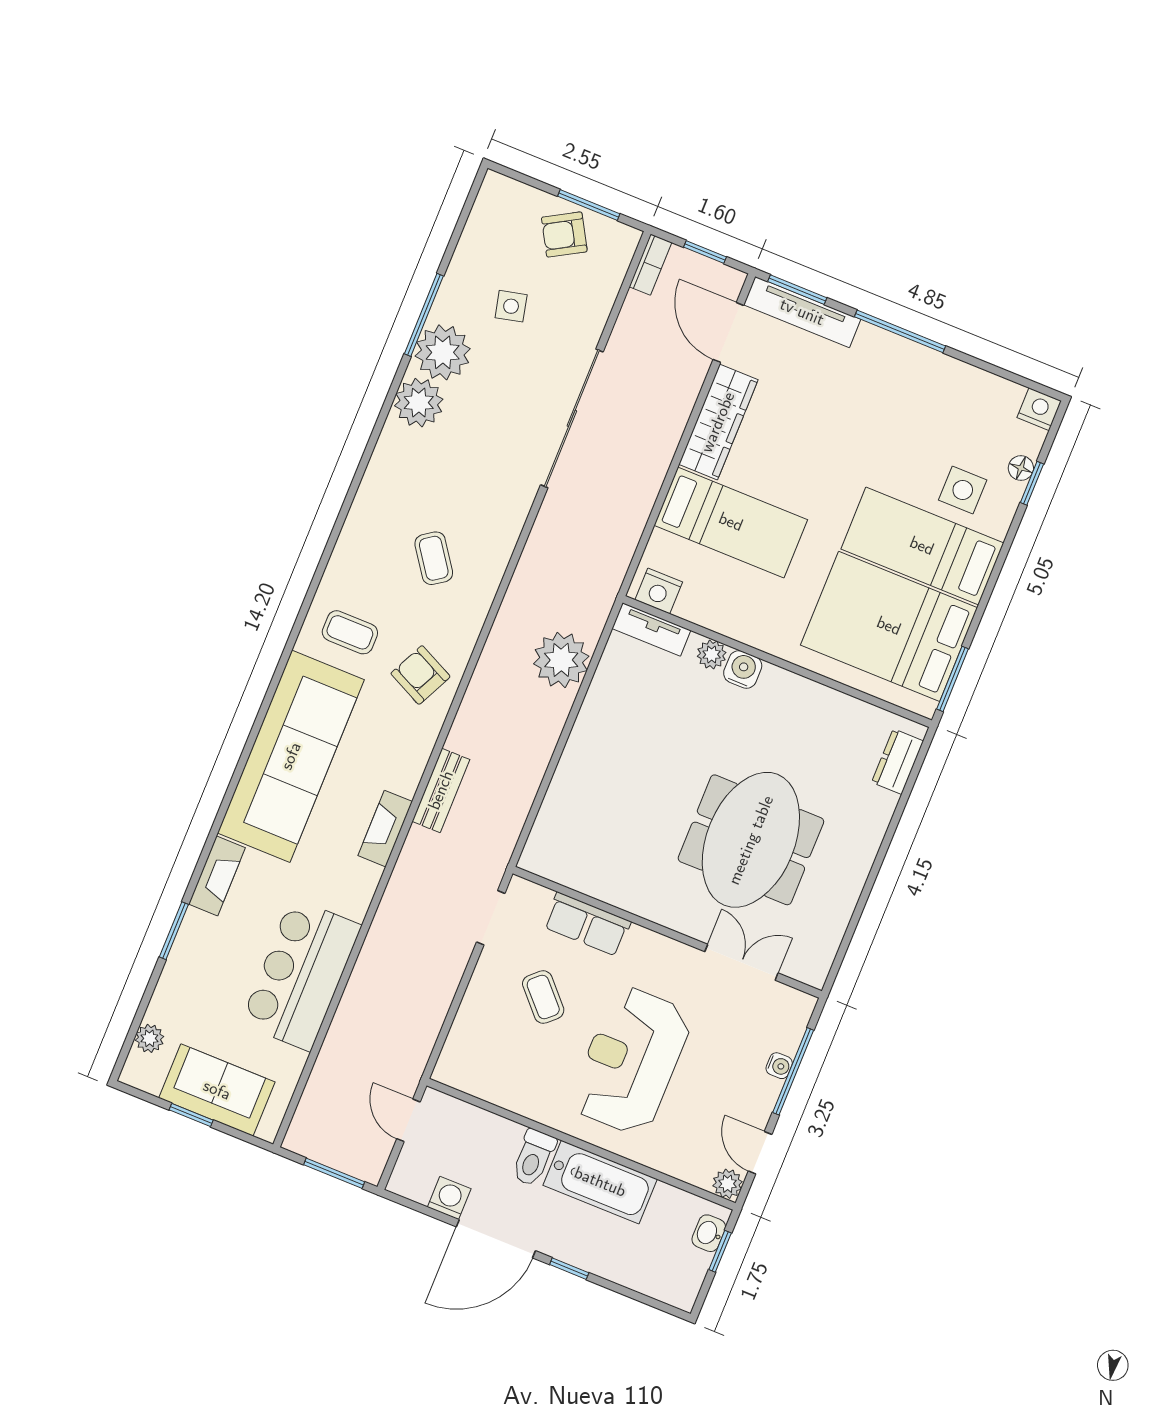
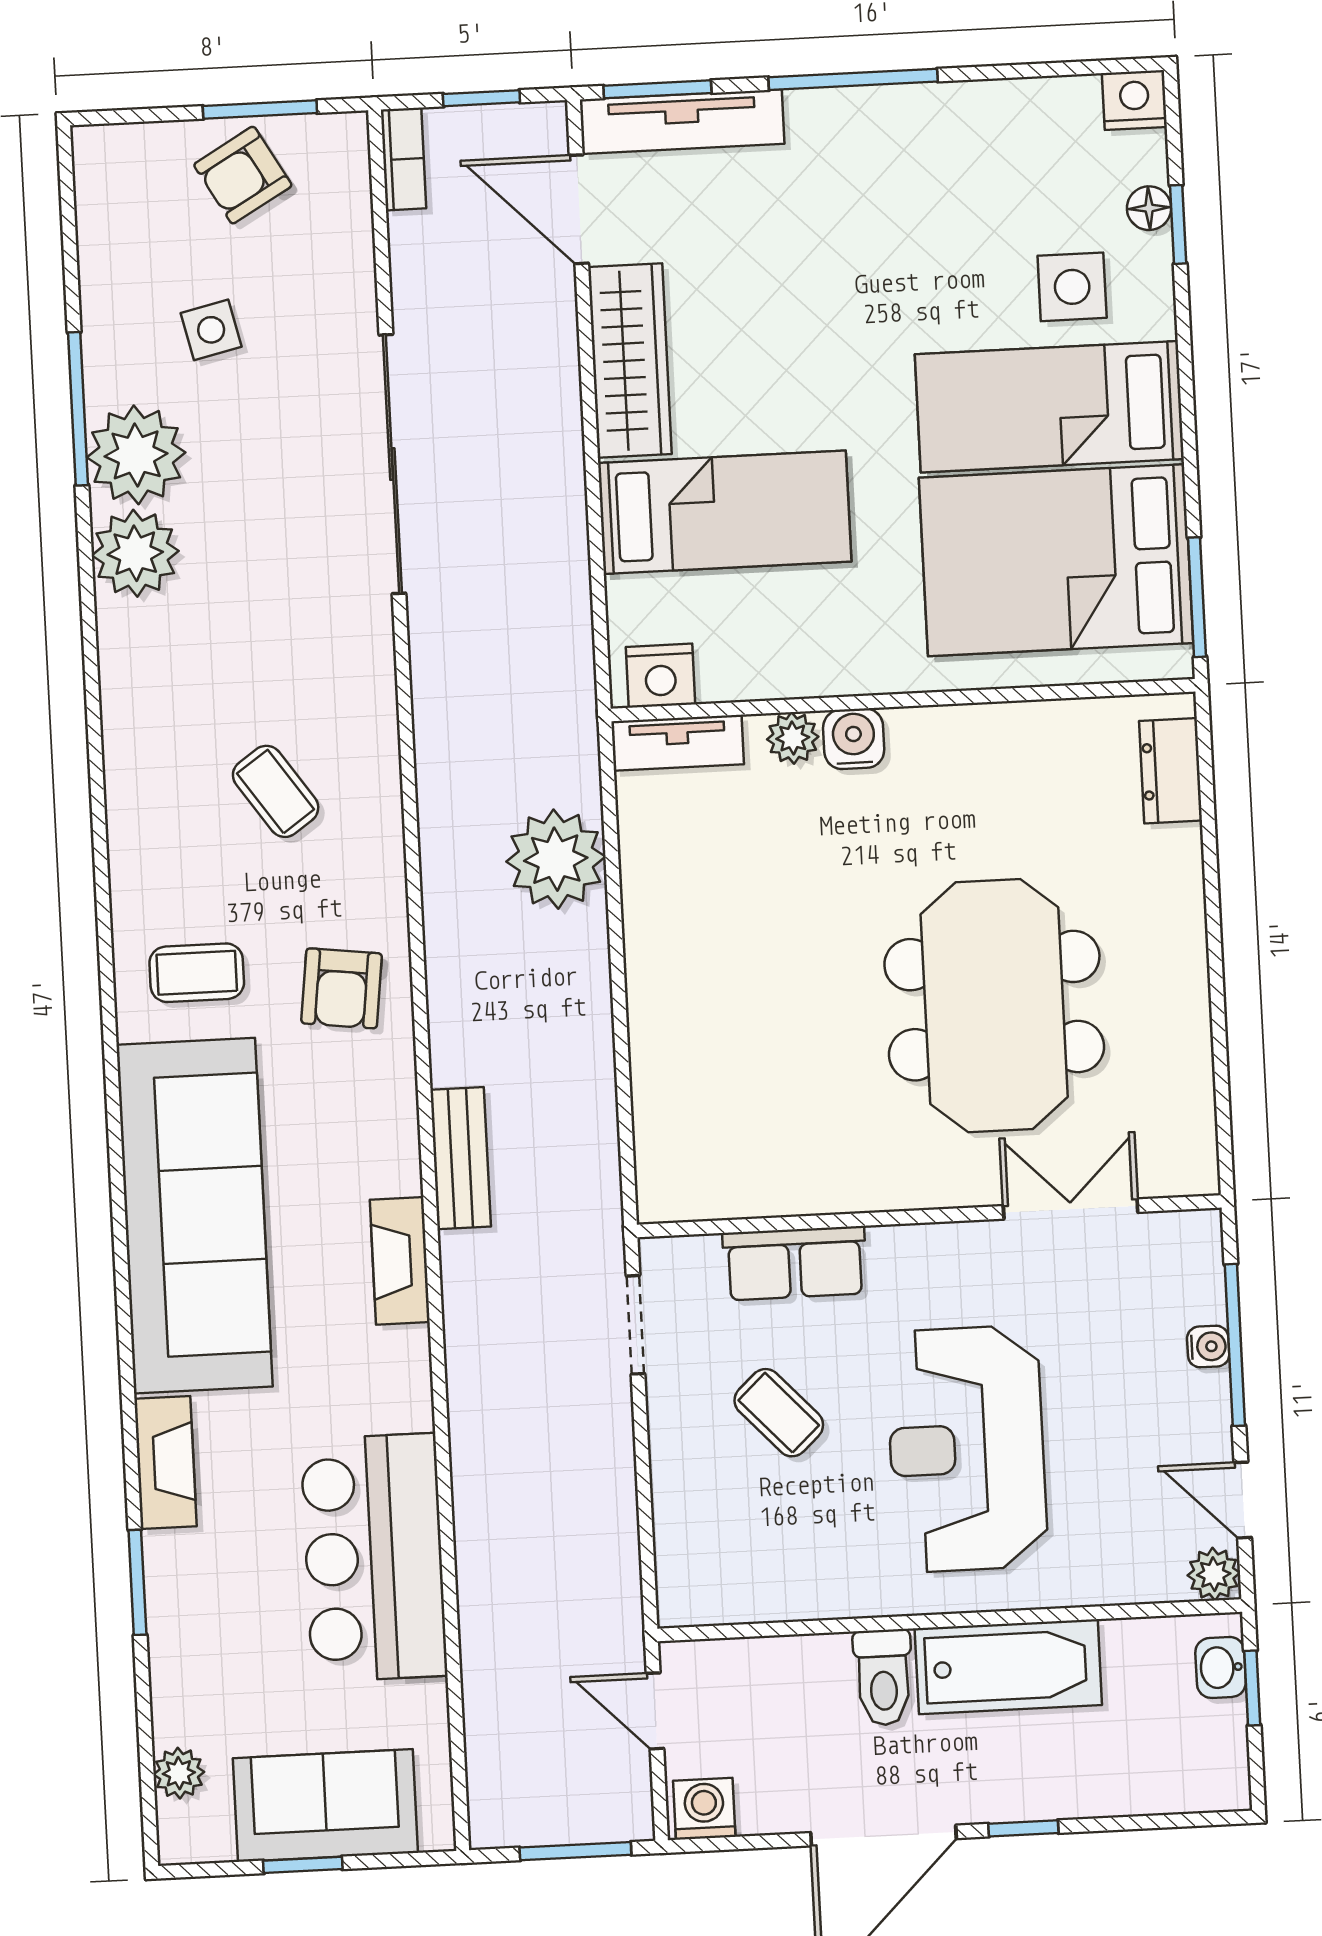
armchair: (420, 675) -> (342, 988), turned -109
washing machine: (449, 1198) -> (704, 1809), moved

